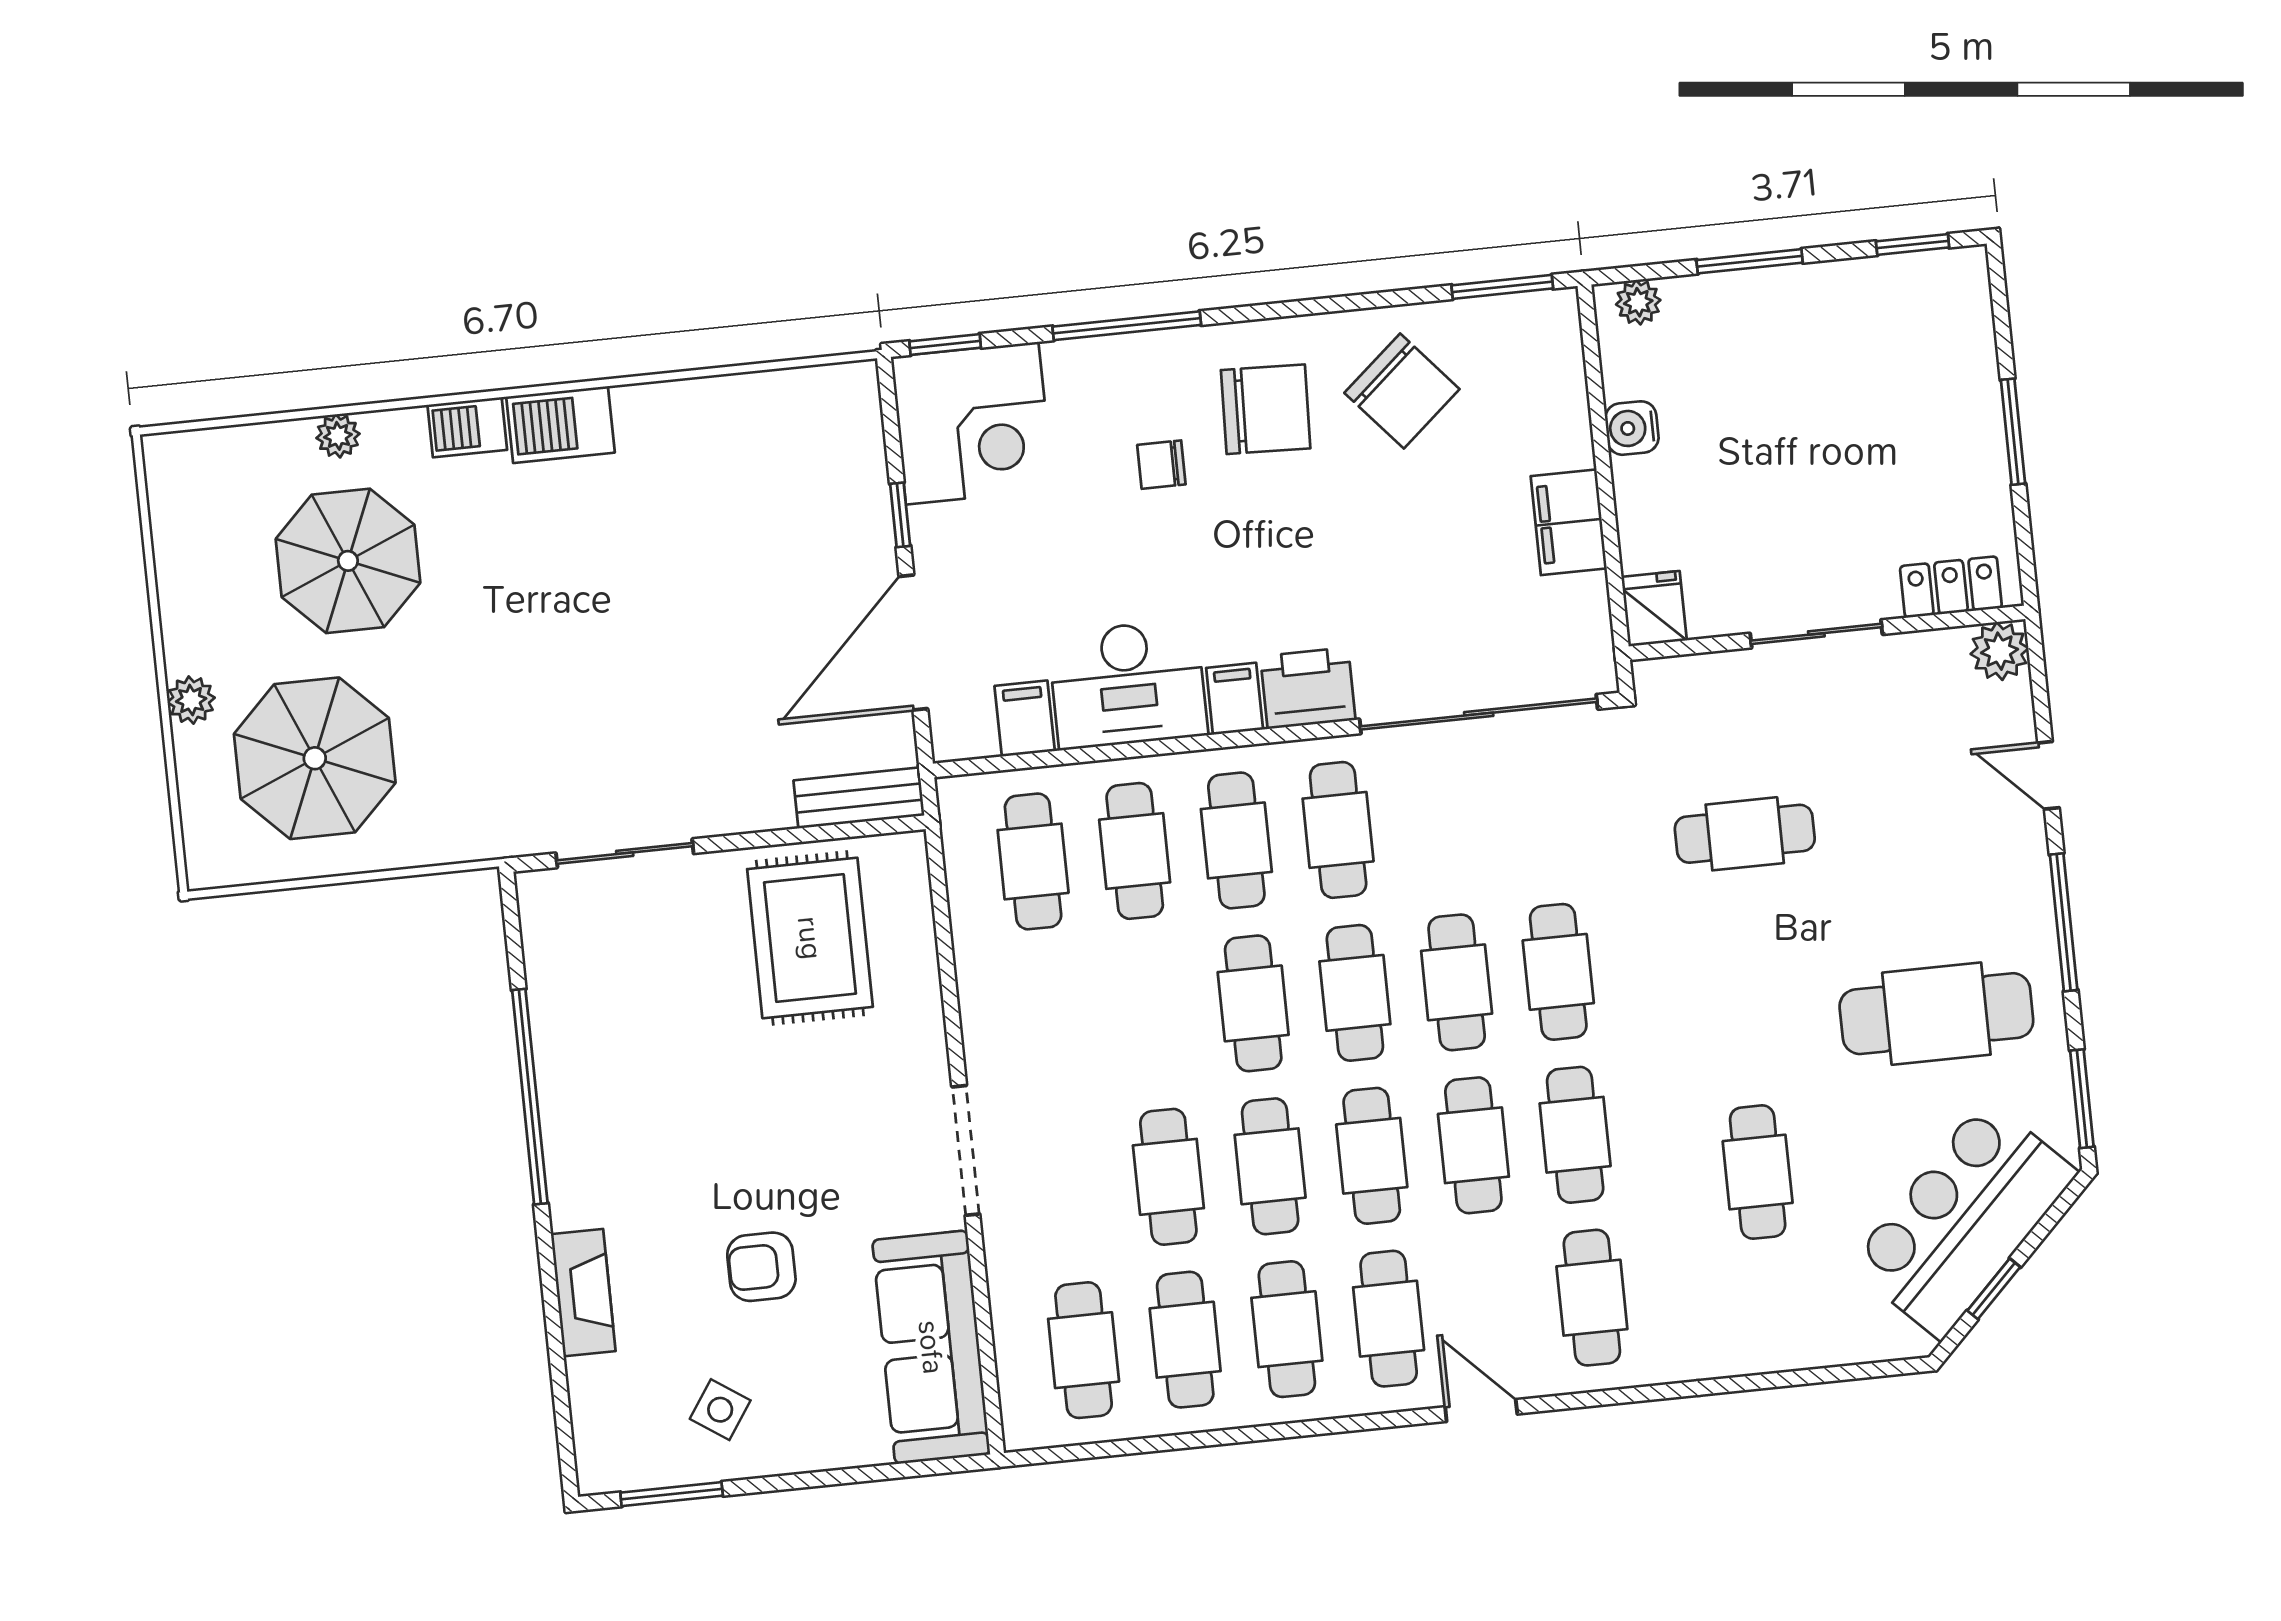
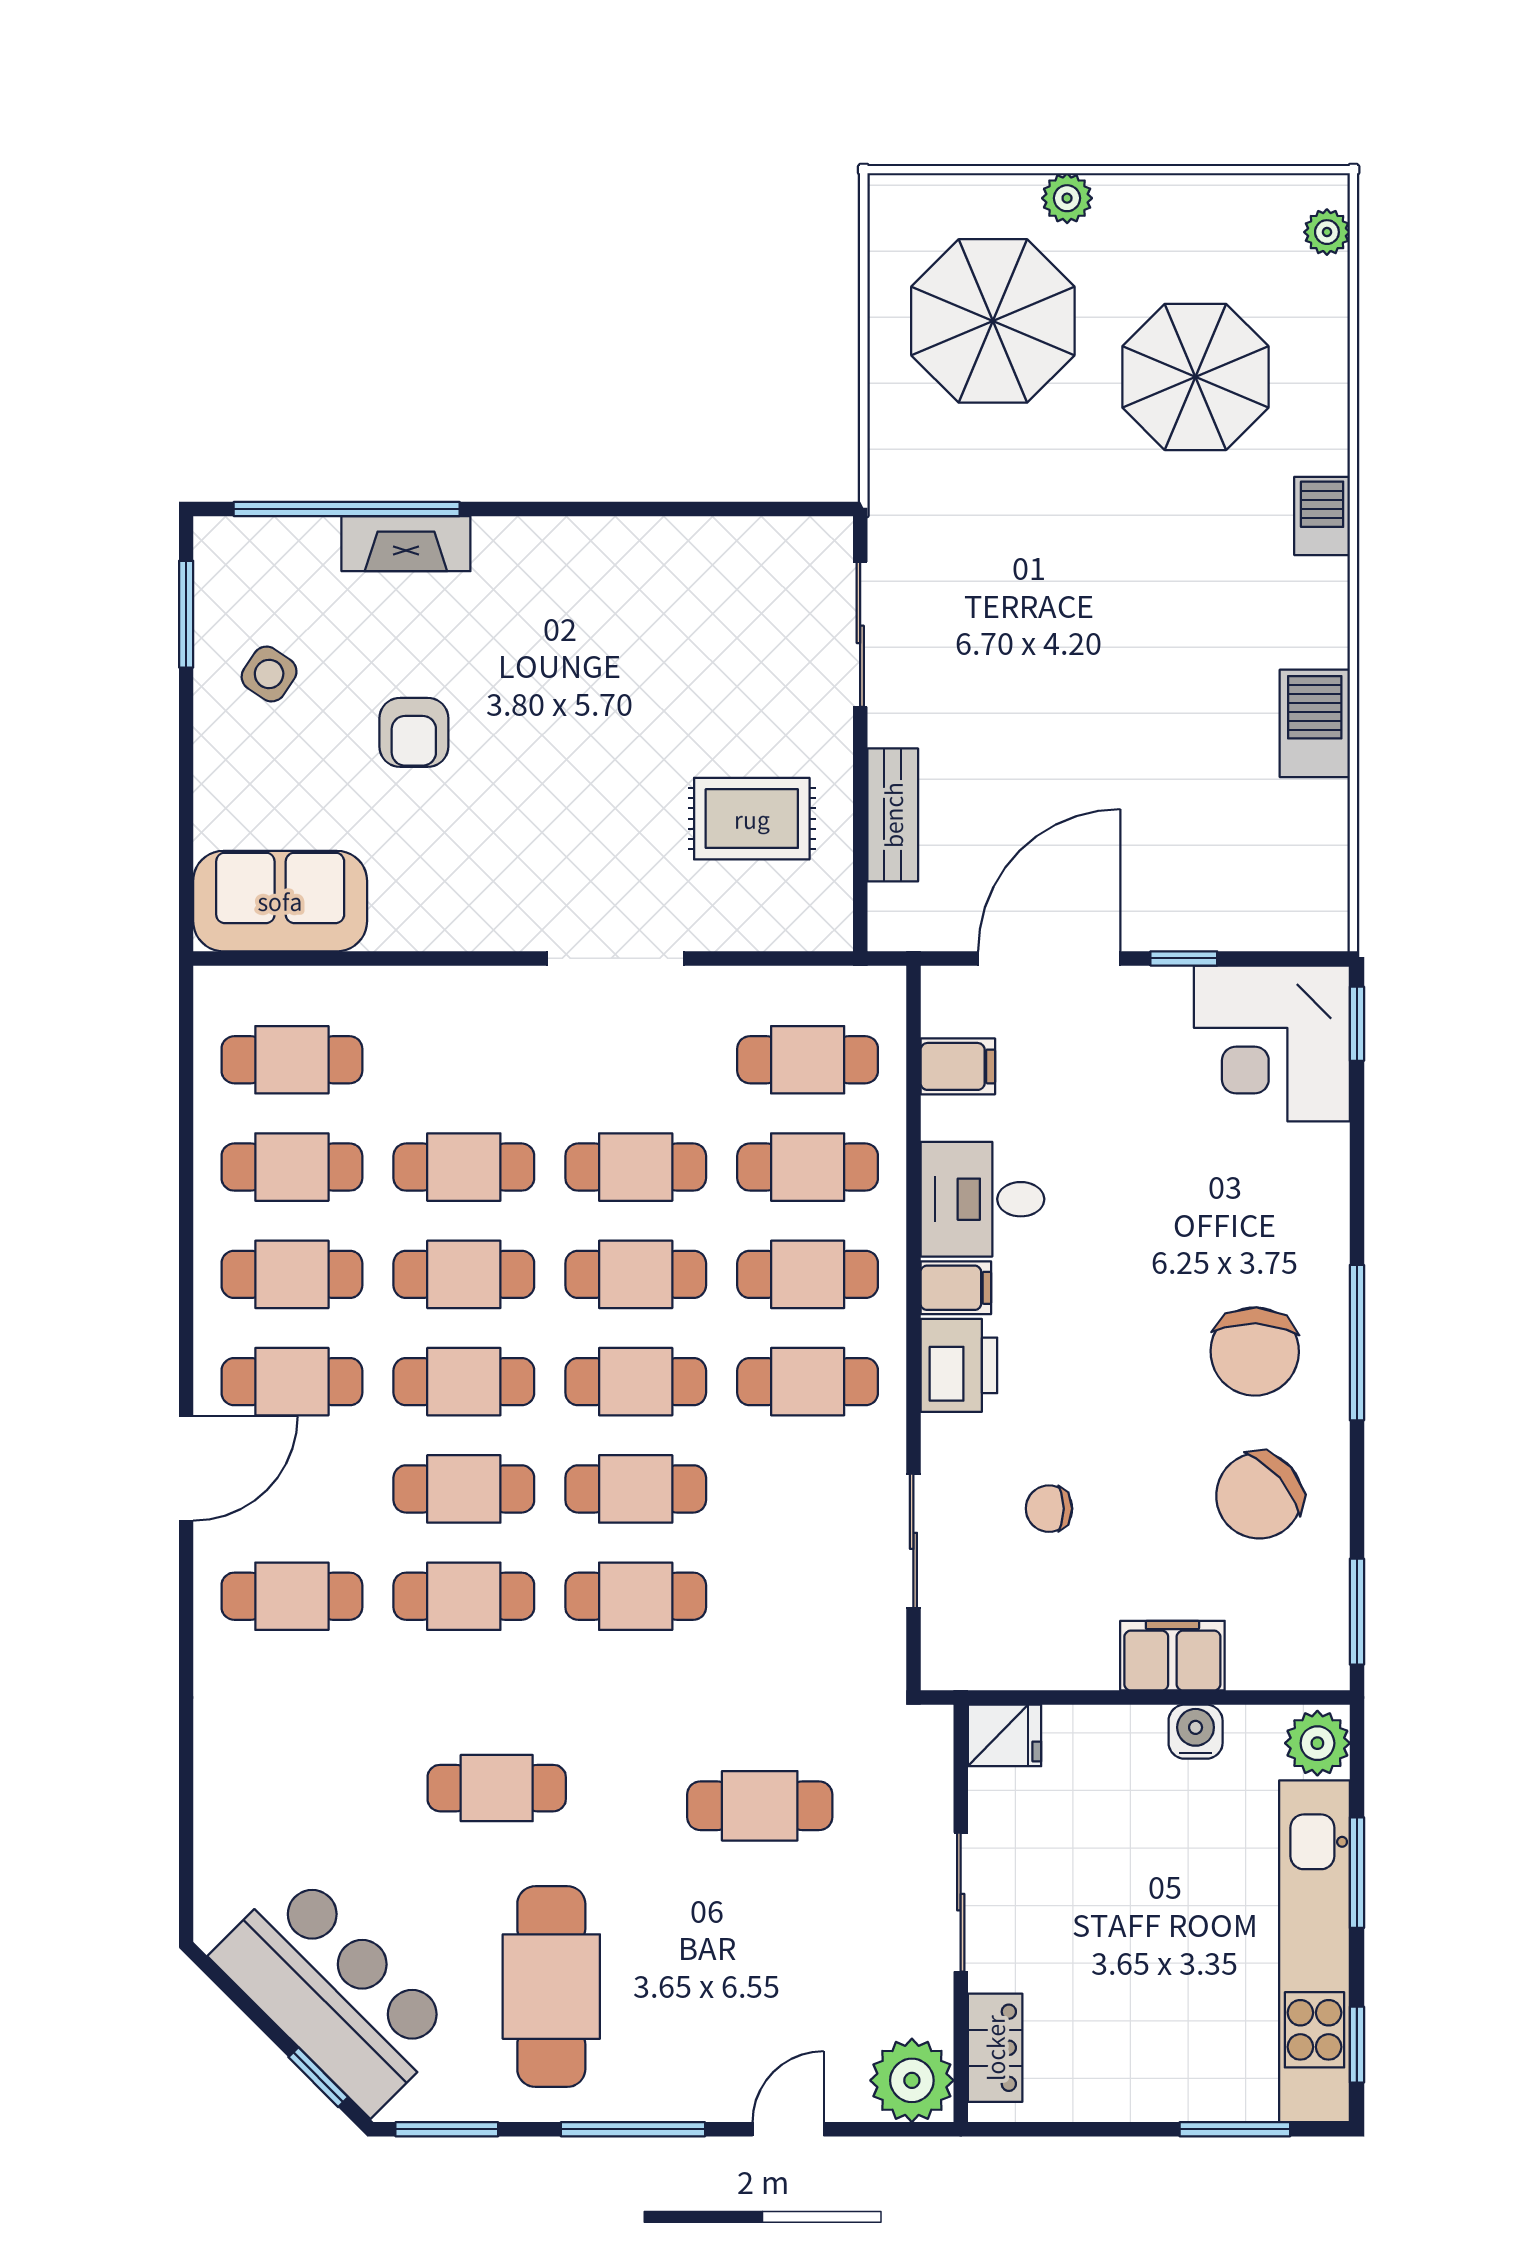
kitchen unit: (1828, 294) -> (1314, 1951), added
plant: (1638, 302) -> (1317, 1743), width x1.38, depth x1.38
window: (1127, 326) -> (1357, 1343), moved
barbecue: (561, 425) -> (1315, 723), moved
window: (2013, 432) -> (1235, 2129), moved
plant: (338, 436) -> (1327, 232), moved
chair: (1161, 465) -> (1049, 1509), moved, turned -90
filing cabinet: (1569, 522) -> (1172, 1656), moved
door: (913, 643) -> (1049, 958), hinge flipped
plant: (1999, 651) -> (912, 2080), width x1.36, depth x1.36
desk: (1128, 684) -> (982, 1199), width x0.73
sliding door: (1479, 714) -> (913, 1541), width x0.54
bench: (859, 798) -> (893, 815), moved
cafe table: (1745, 834) -> (760, 1806), turned 90
rug: (810, 938) -> (752, 819), width x0.73, depth x0.70
cafe table: (1152, 1014) -> (636, 1167), added
window: (530, 1097) -> (347, 509), moved
doorway: (966, 1150) -> (615, 958), moved
cafe table: (1758, 1172) -> (497, 1788), moved
armchair: (761, 1267) -> (414, 732), turned 180
window: (1994, 1289) -> (318, 2077), moved
sofa: (931, 1347) -> (280, 901), width x0.73
door: (1481, 1410) -> (186, 1468), width x1.38

